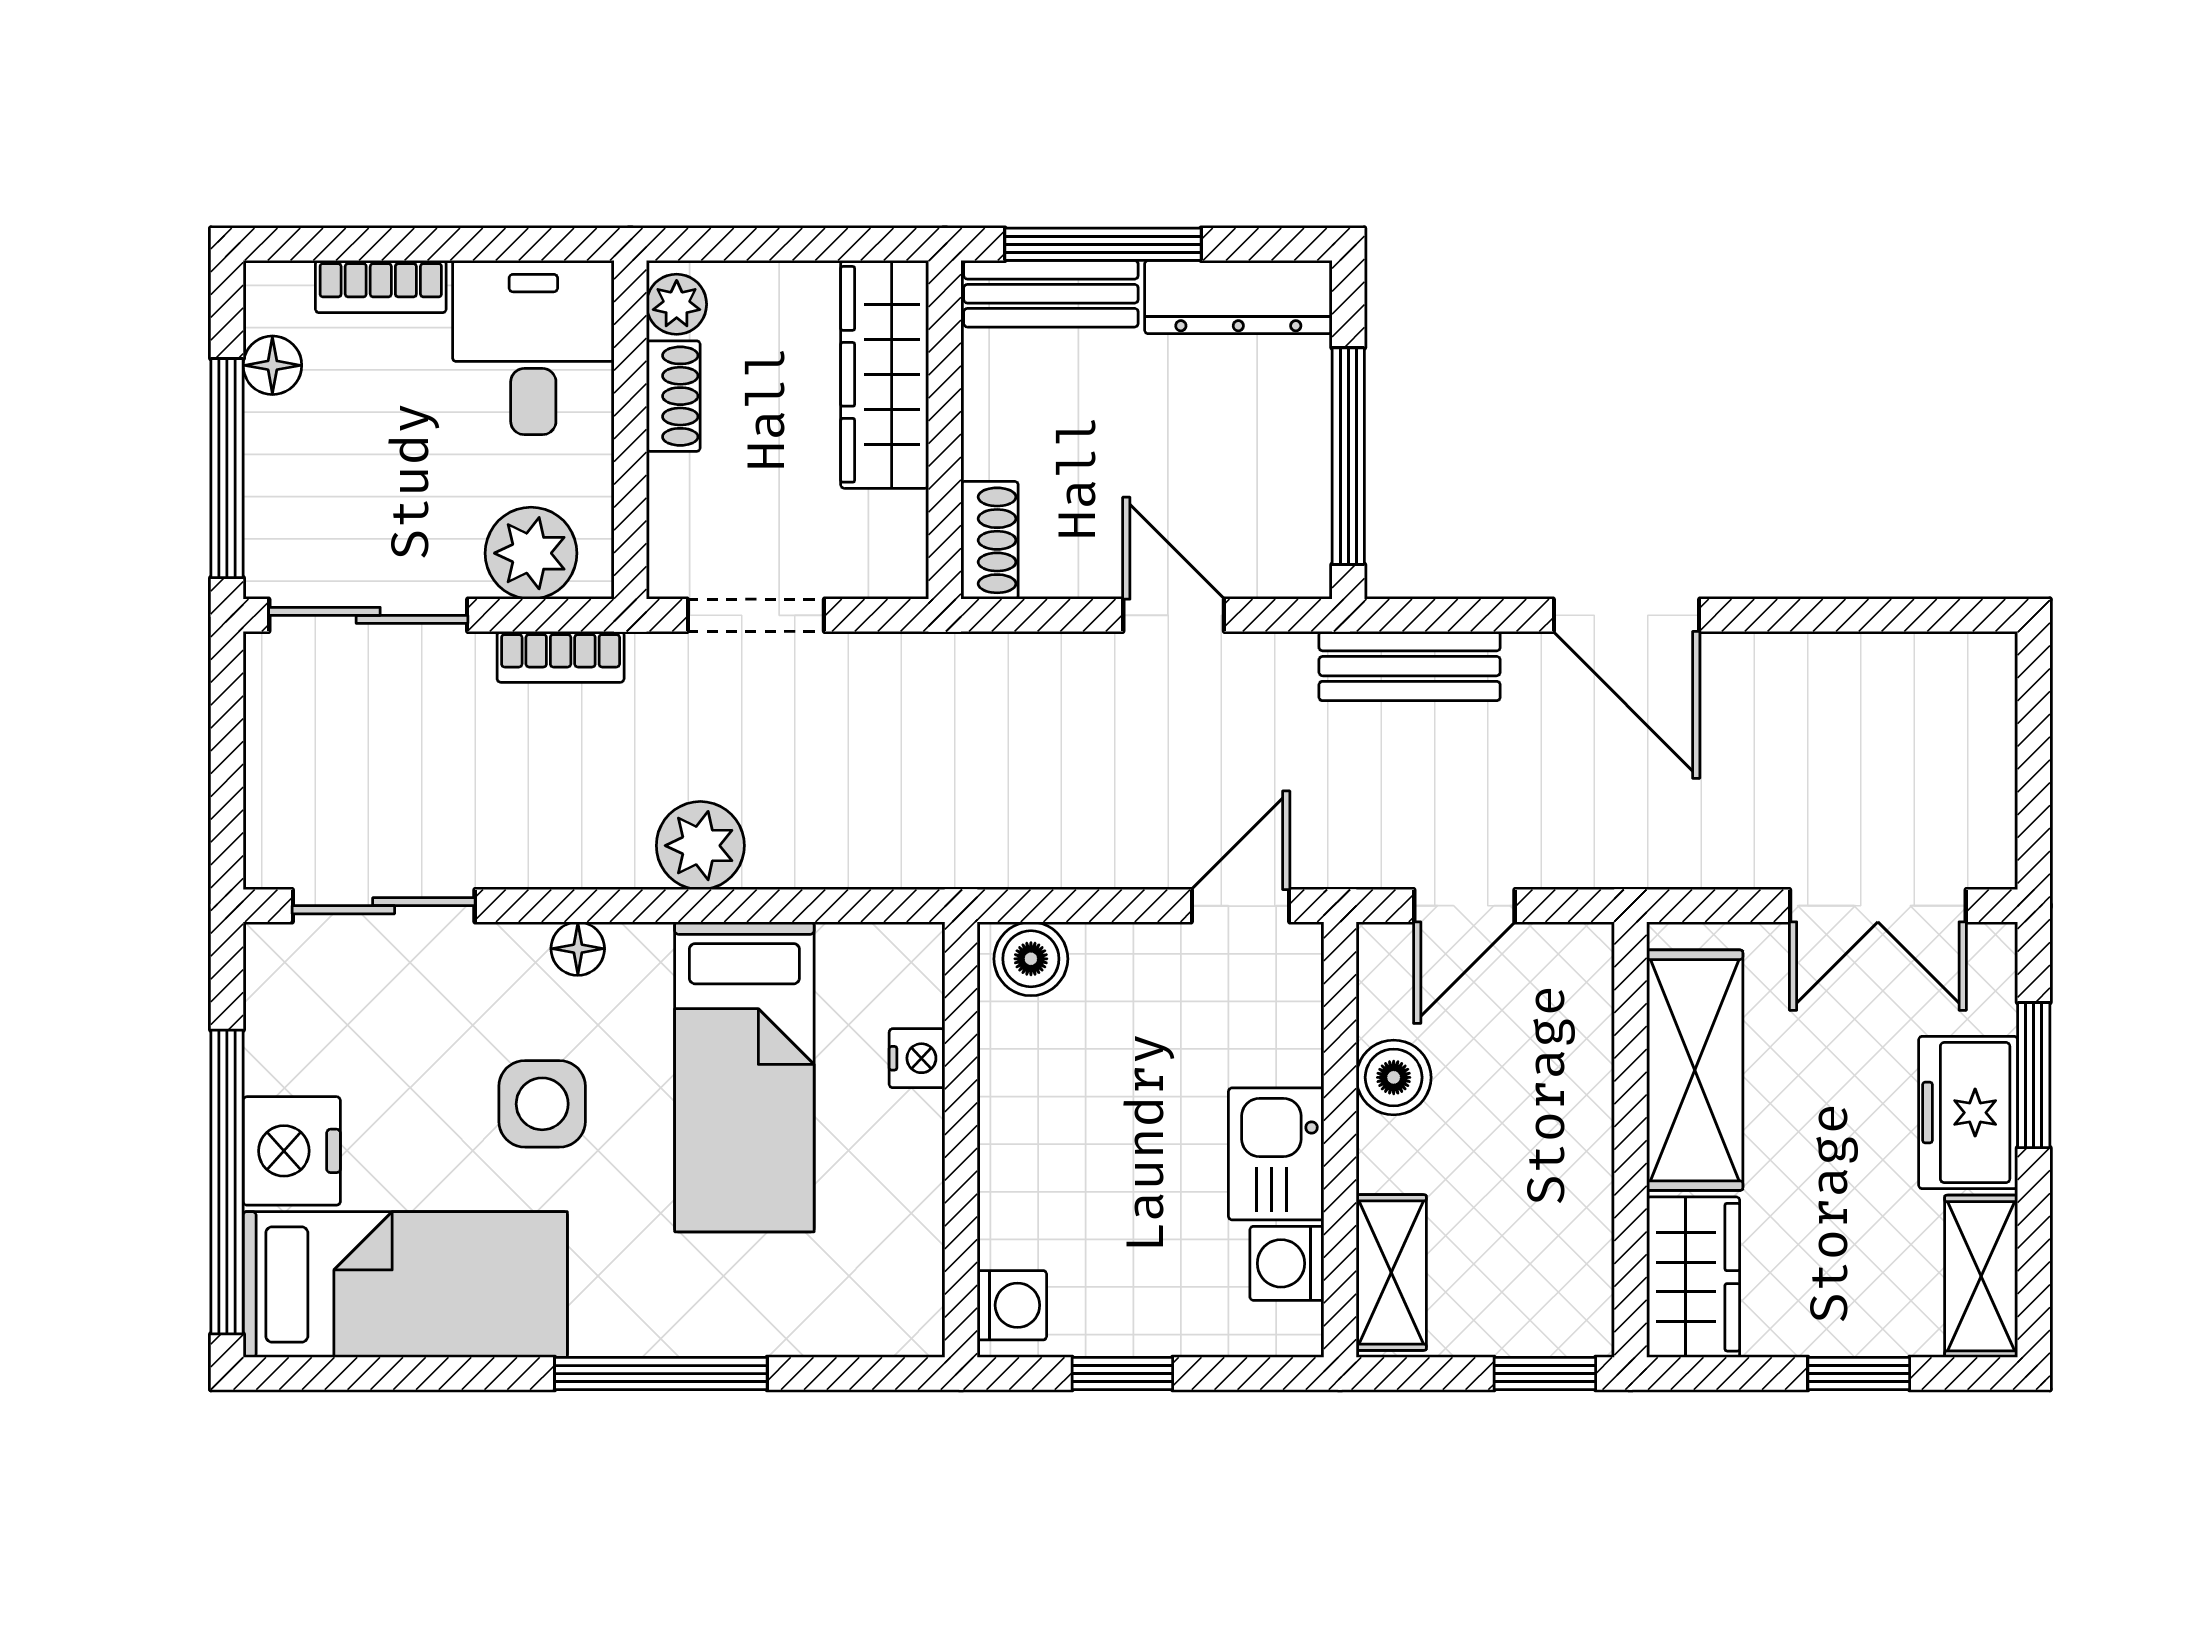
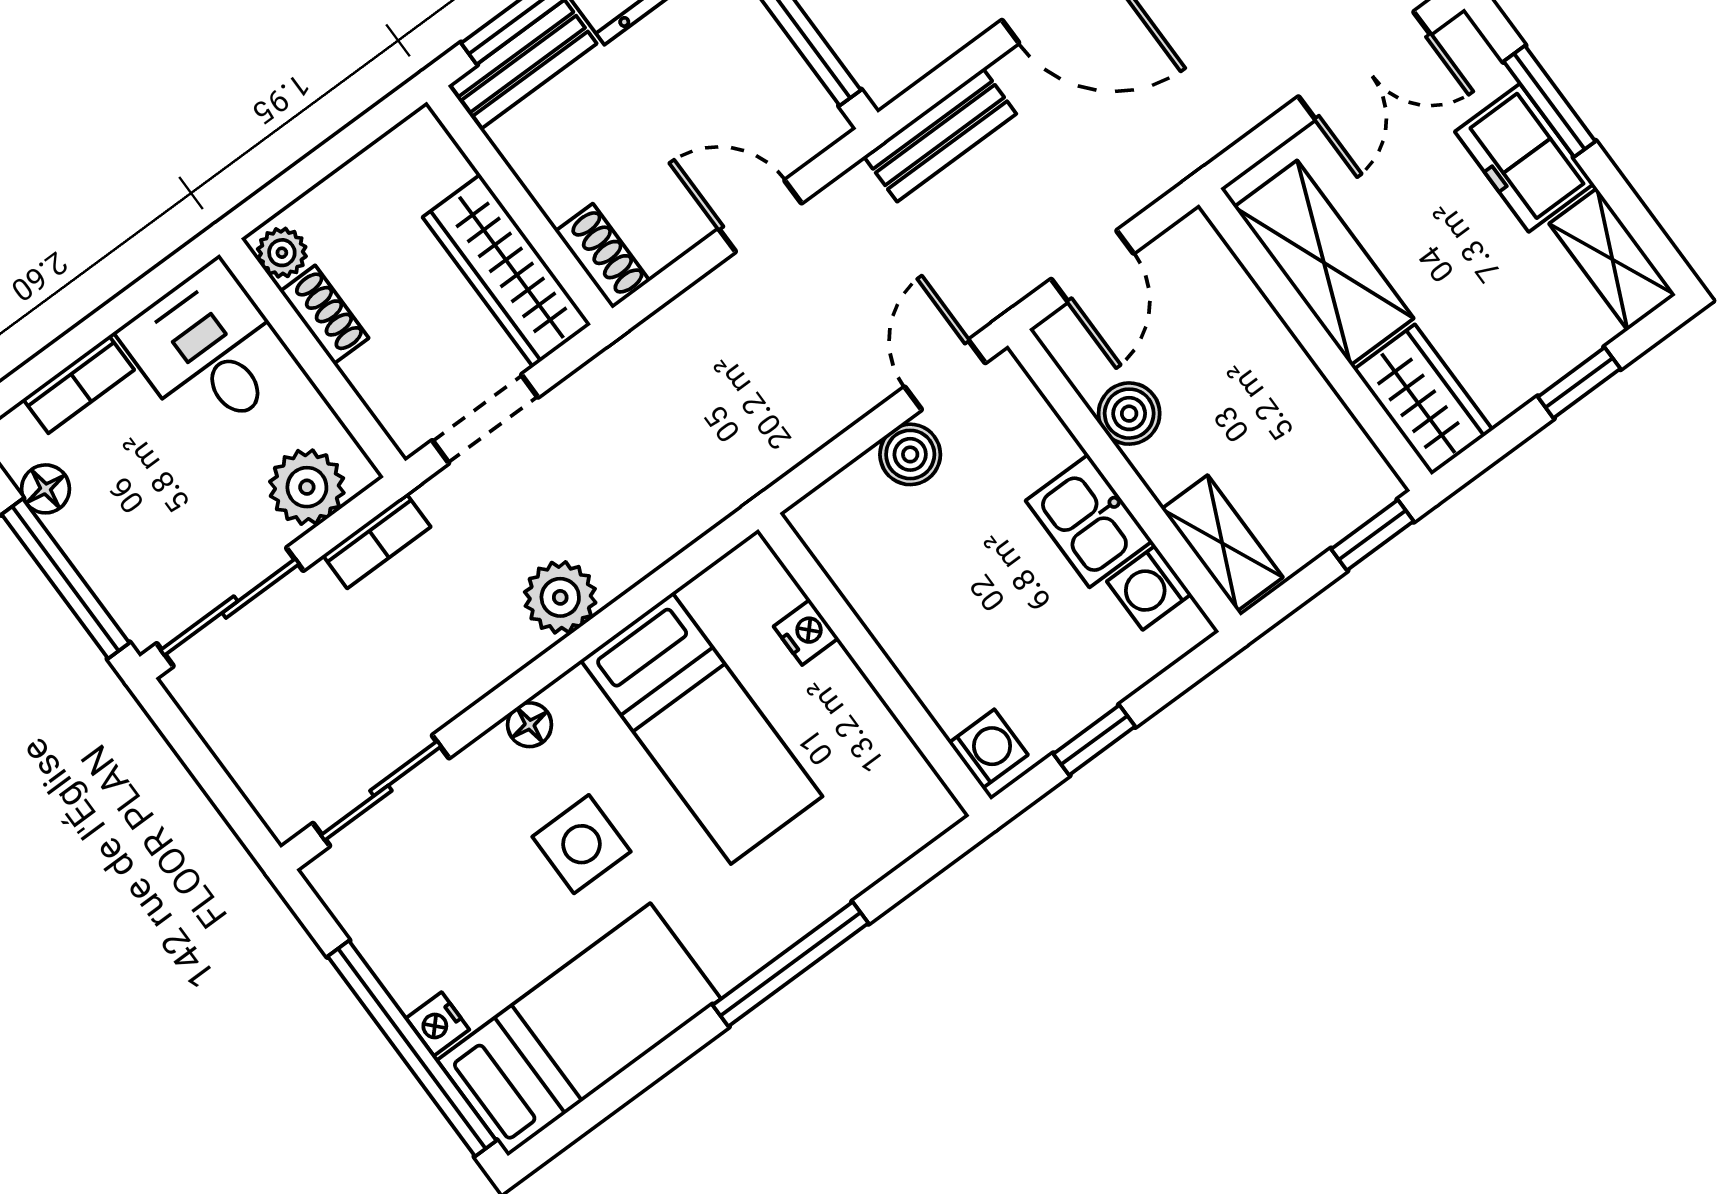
wardrobe: (885, 374) -> (507, 271), moved
boiler: (1031, 959) -> (910, 454), moved
nightstand: (292, 1151) -> (438, 1024), width x0.53, depth x0.56

